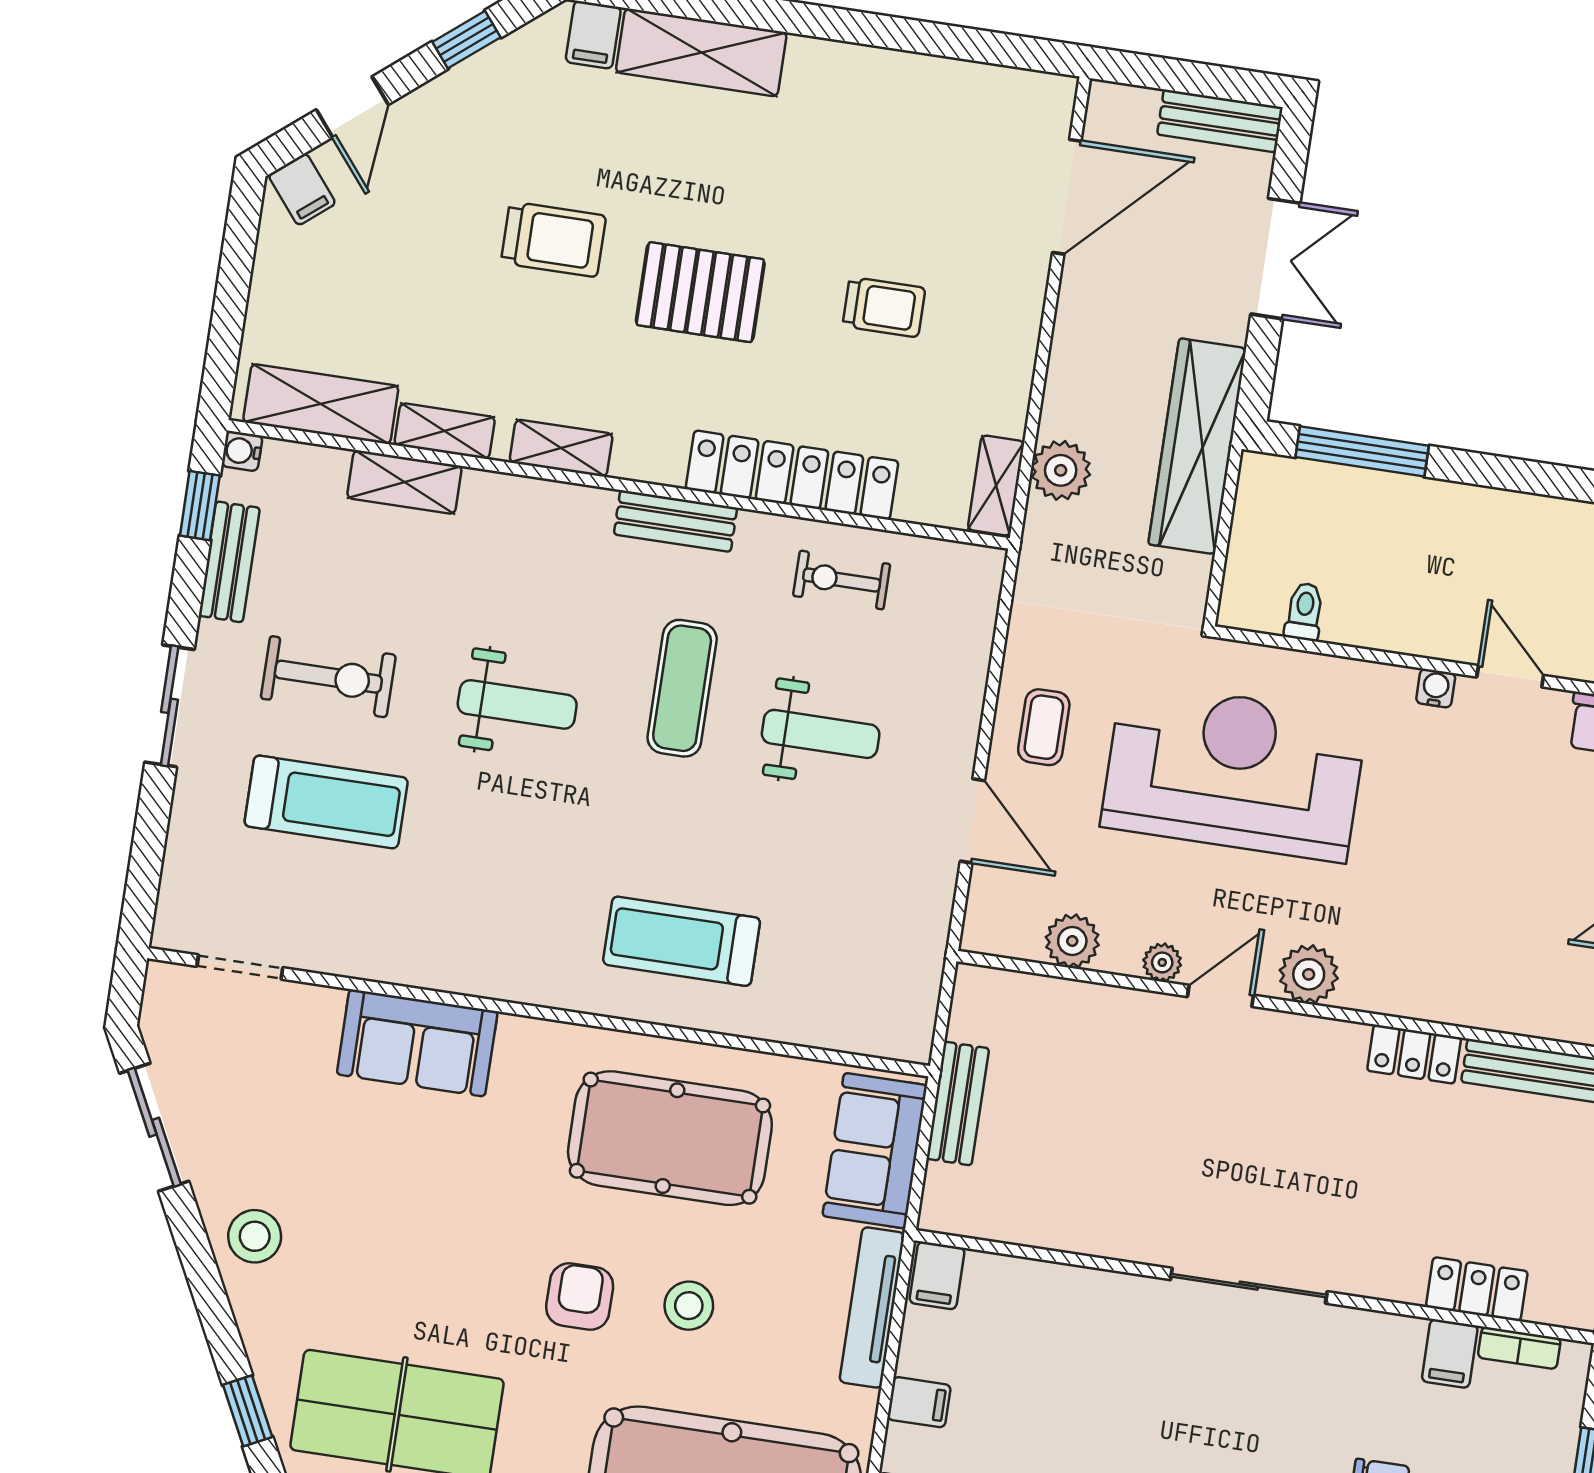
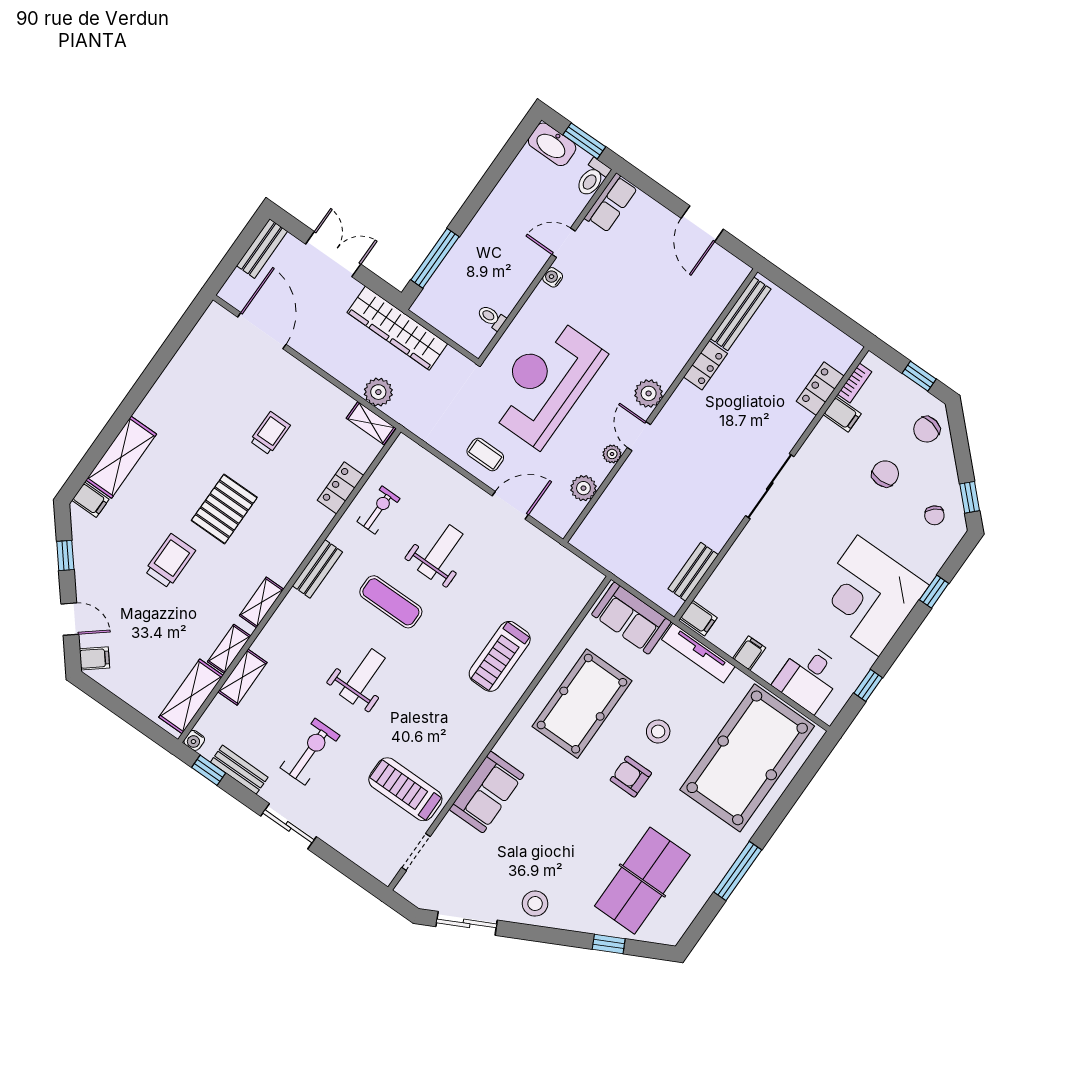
locker: (792, 475) -> (340, 488), width x0.46, depth x0.83
exercise bike: (842, 580) -> (378, 510), turned 180
treadmill: (326, 802) -> (405, 789), moved, turned -90
bench: (958, 1103) -> (693, 572), moved, turned 90

